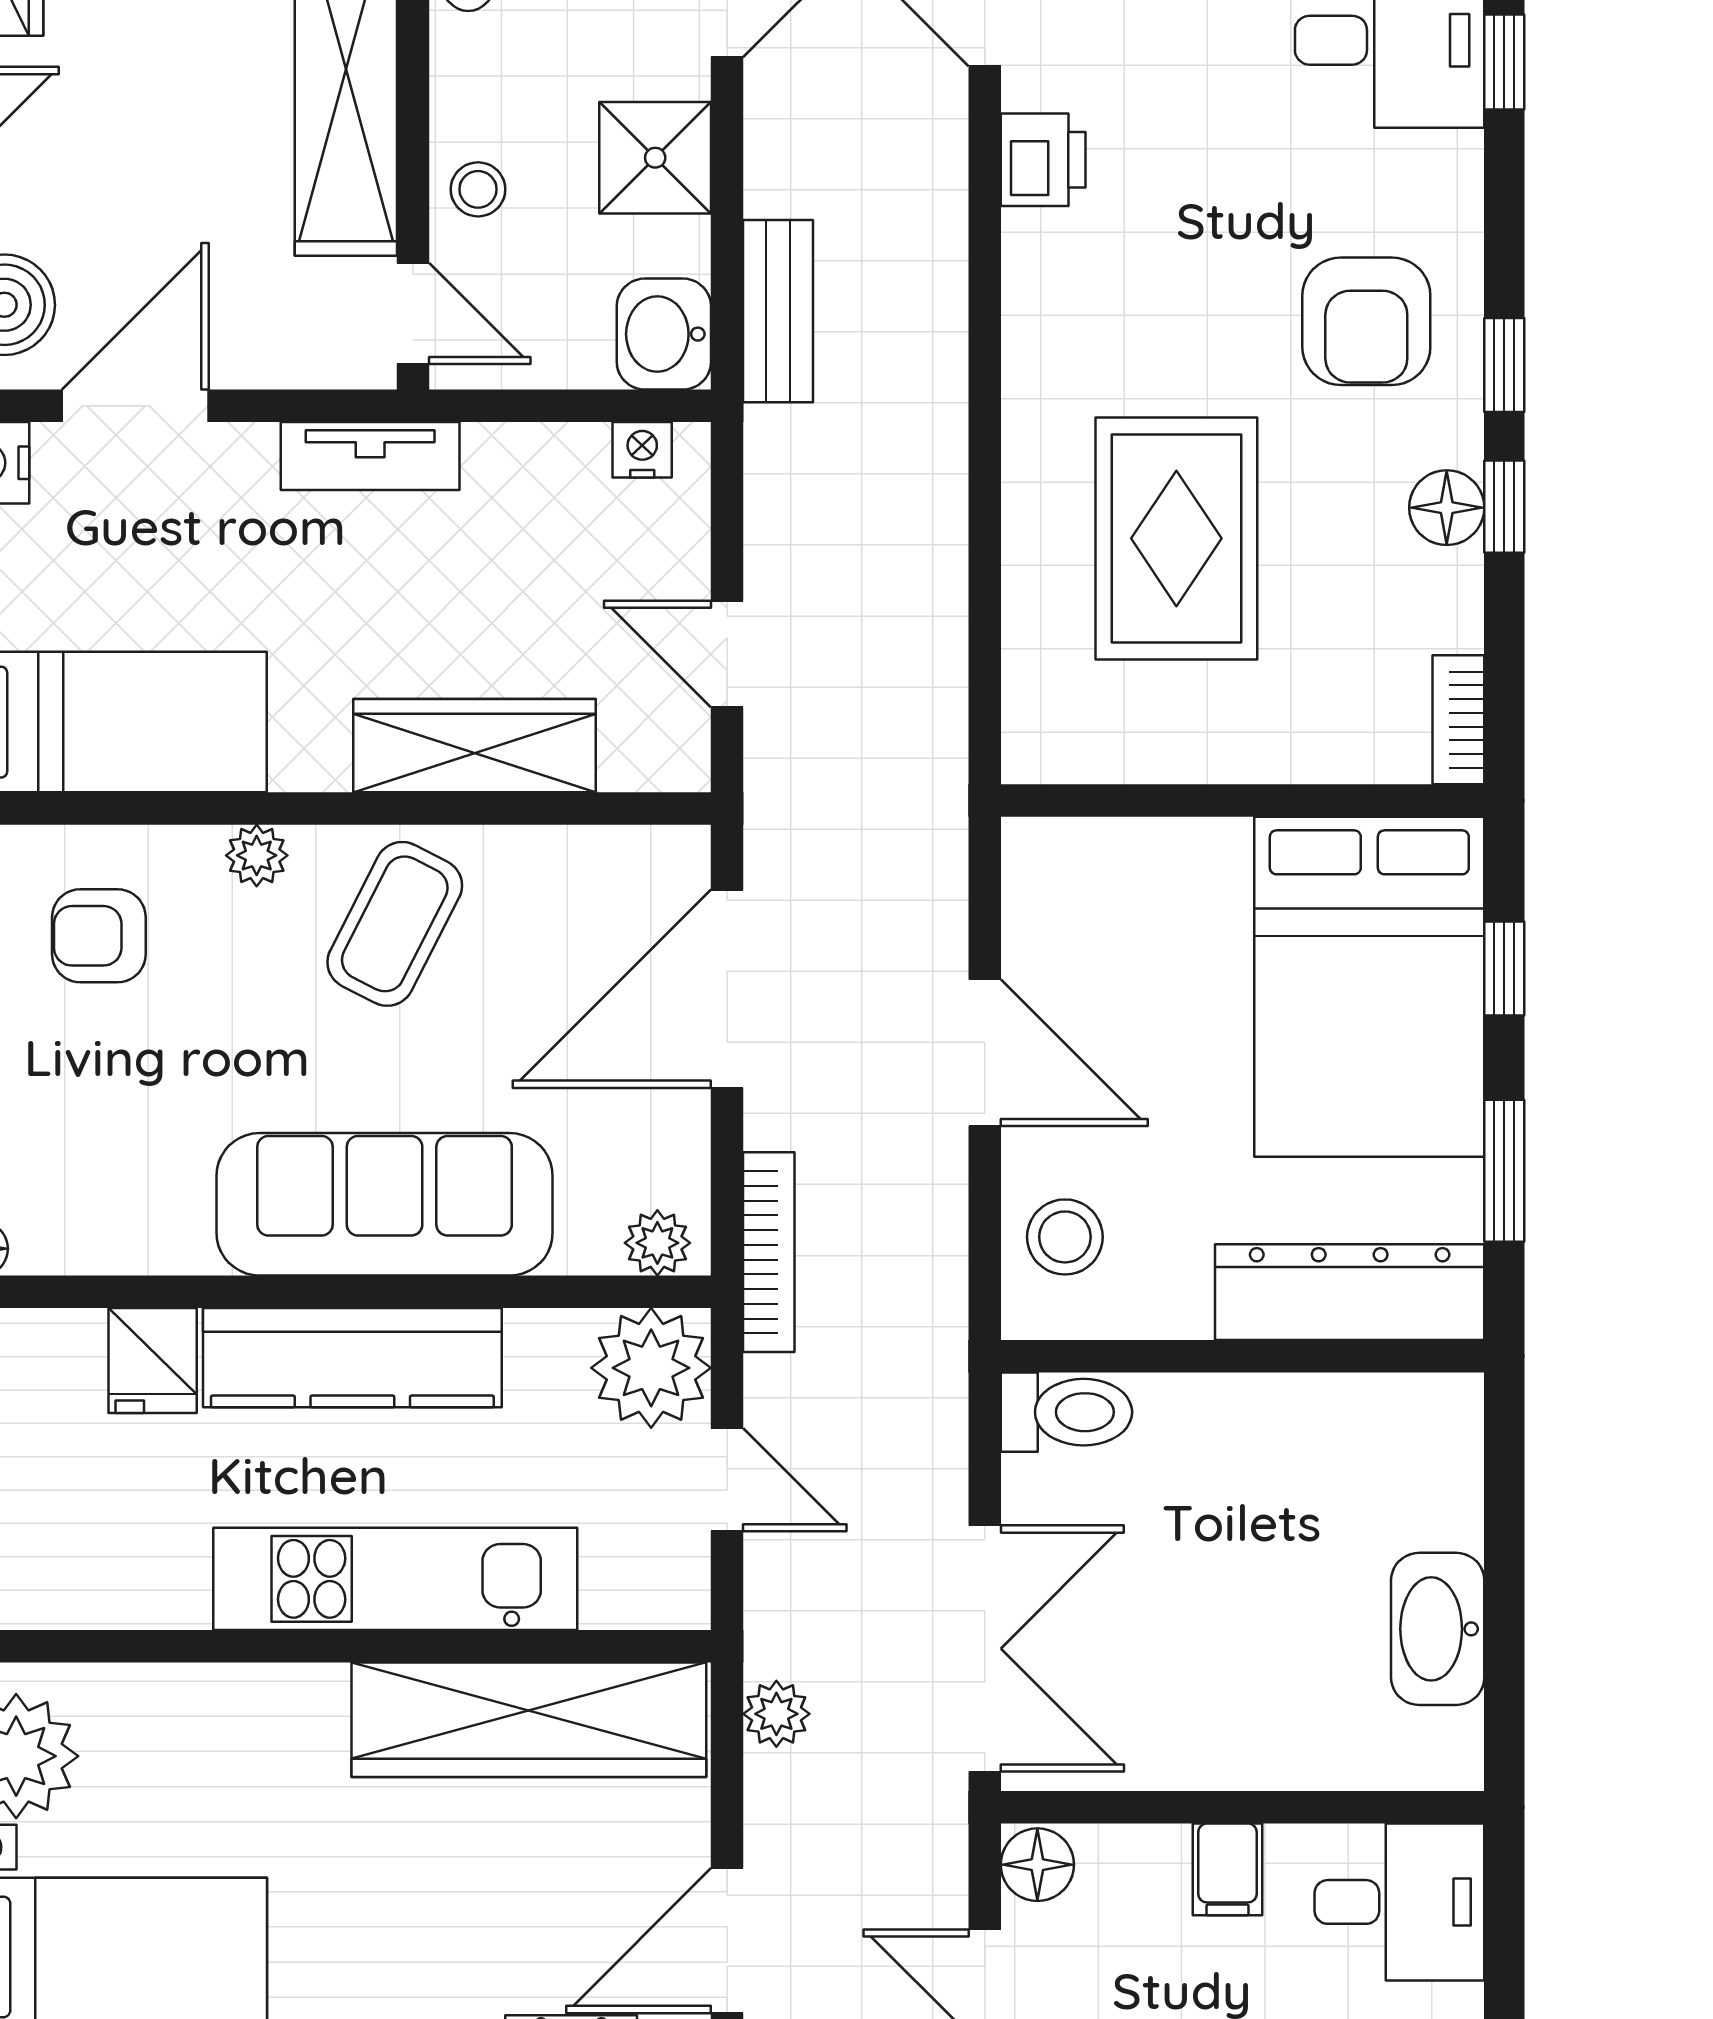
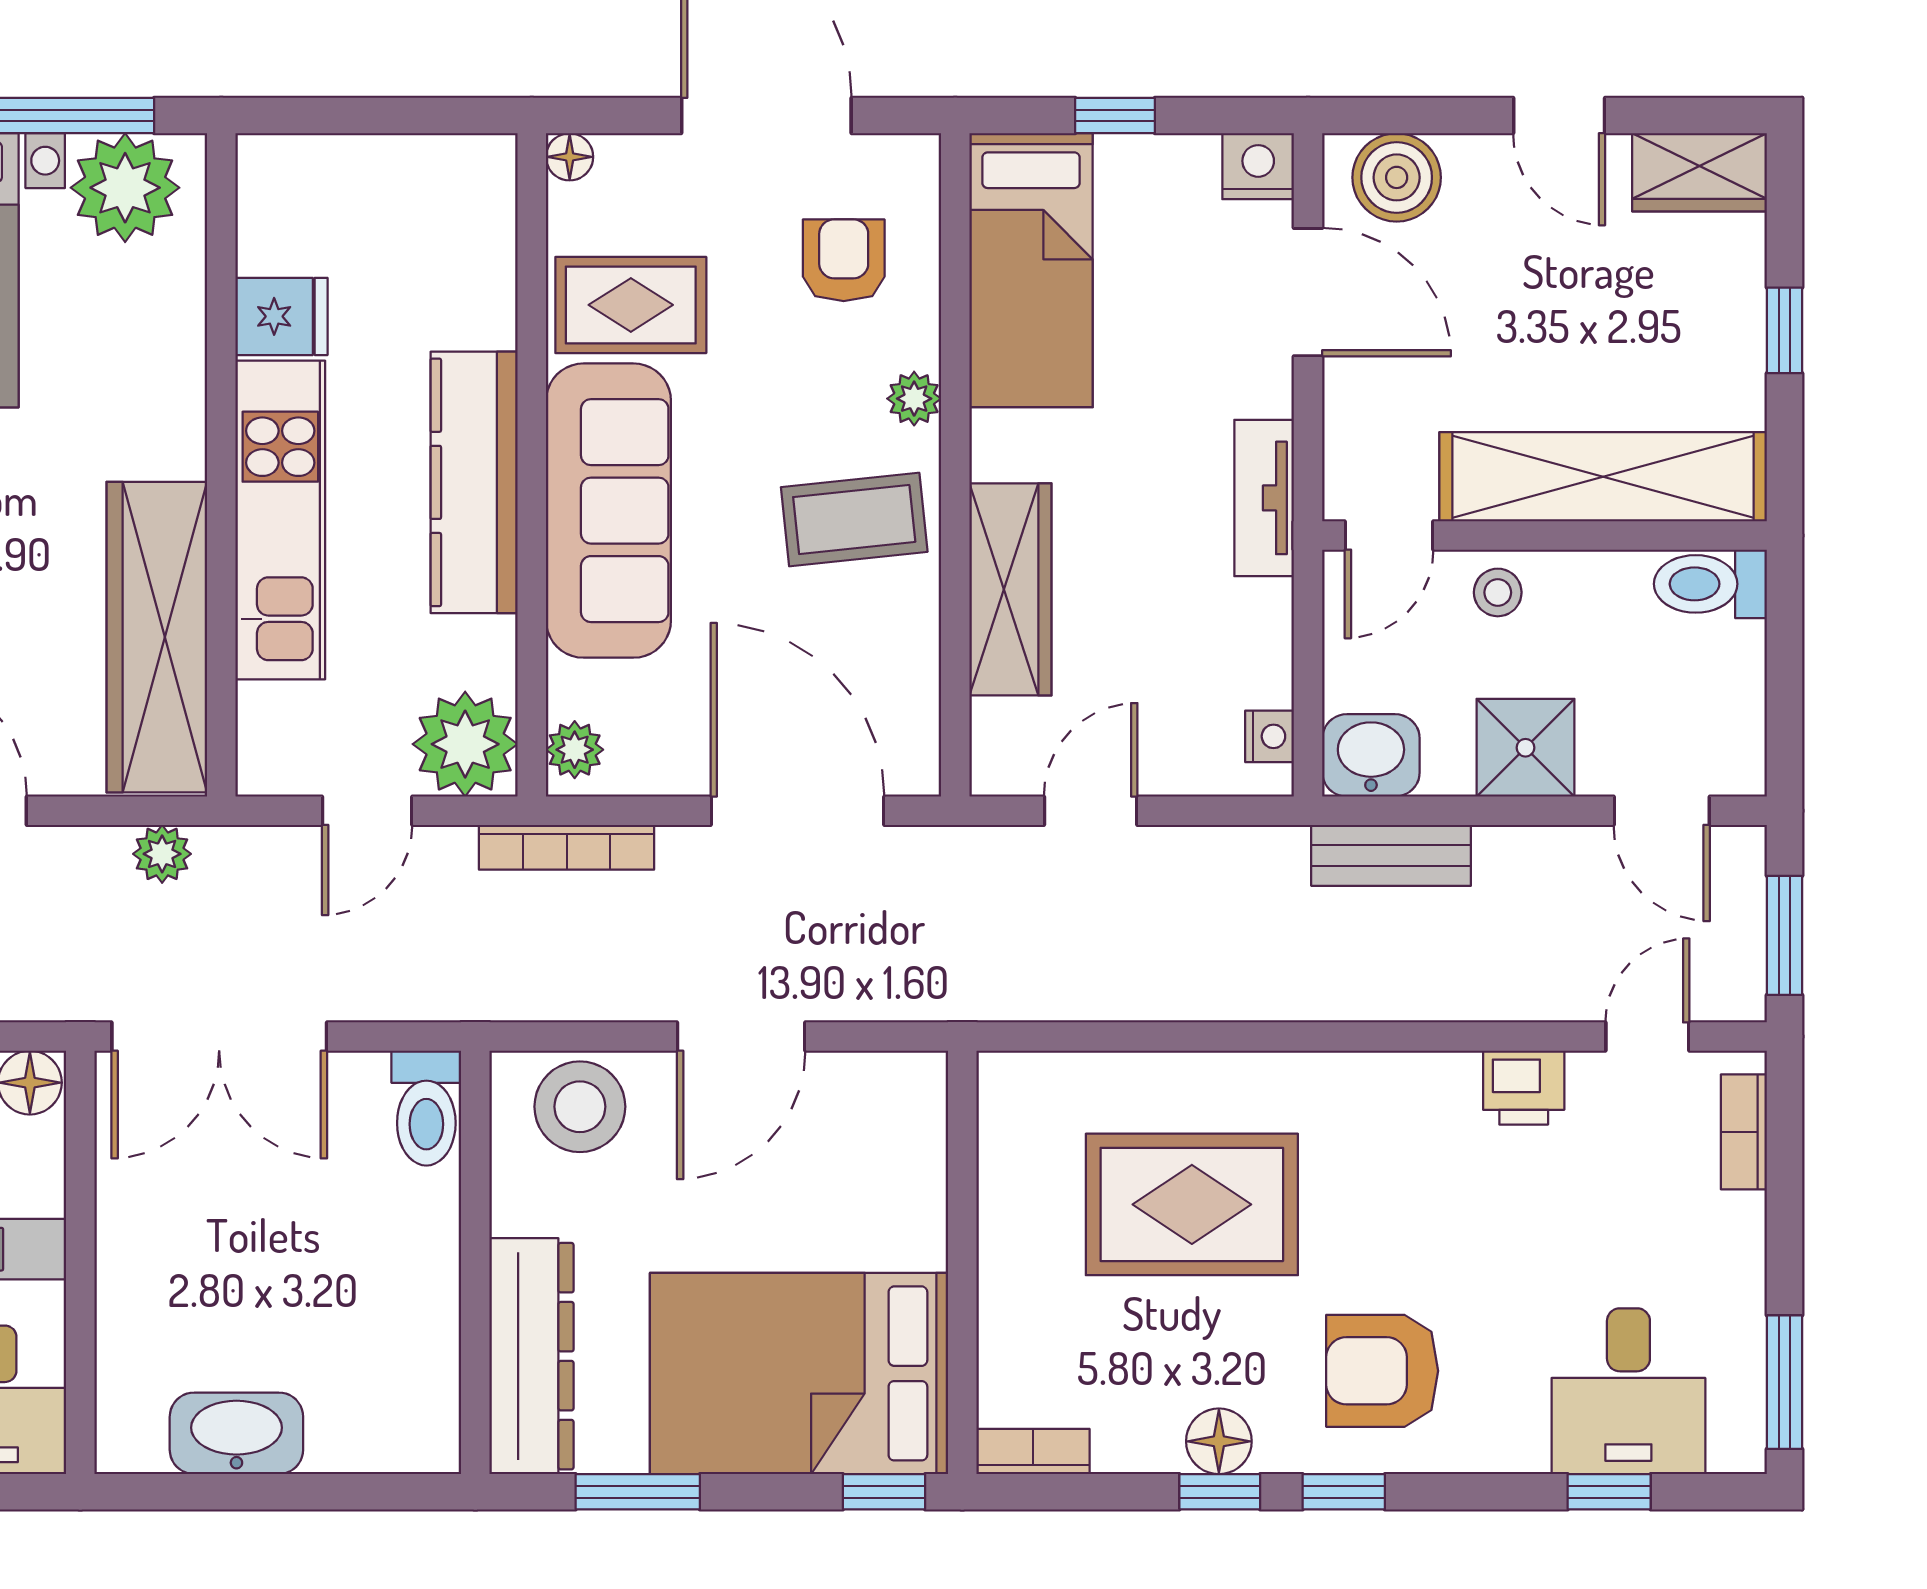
coffee table: (395, 924) -> (854, 519), turned -33
window: (1504, 969) -> (884, 1492), moved
rug: (150, 1179) -> (631, 305), added
stool: (1065, 1237) -> (580, 1107), width x1.38, depth x1.38
fridge: (153, 1360) -> (281, 316), moved, turned 180

